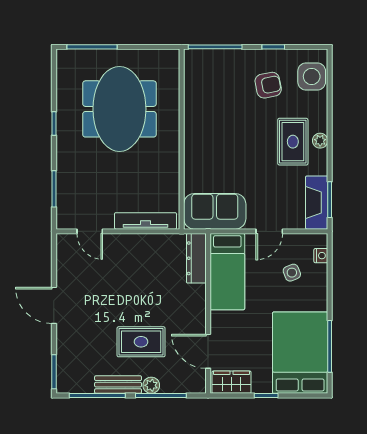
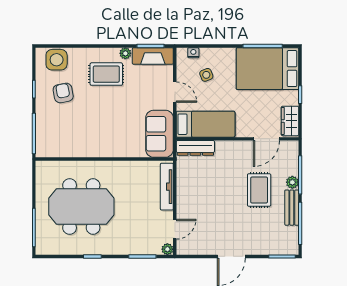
plant: (320, 141) -> (125, 53), moved
plant: (64, 222) -> (167, 249), added

